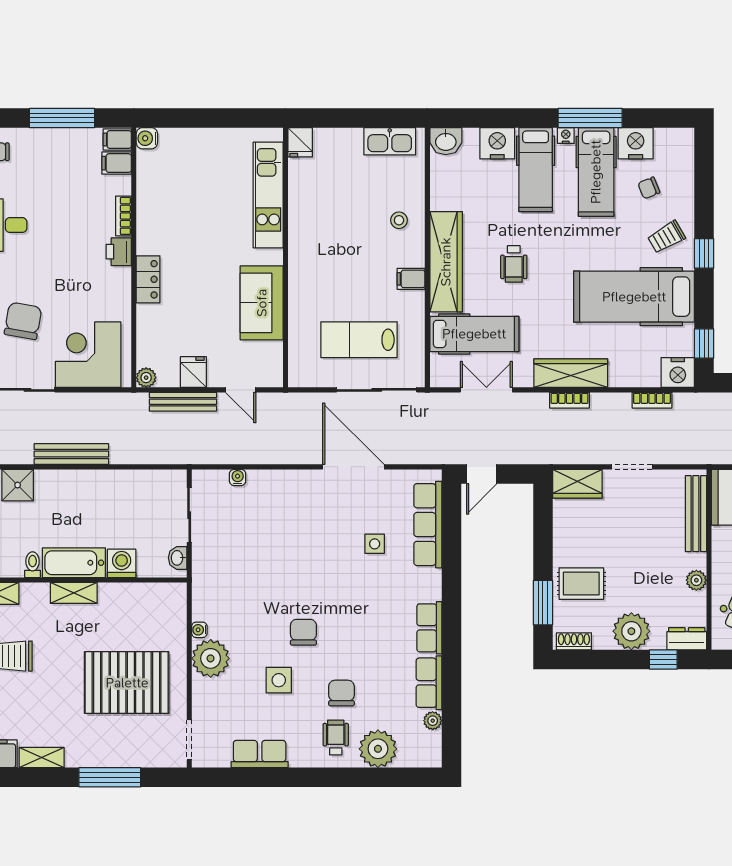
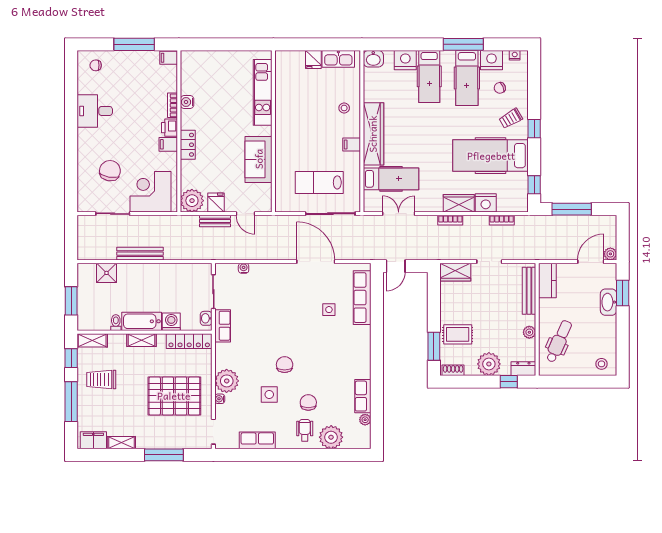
nightstand: (566, 136) -> (515, 55), moved
water cooler: (147, 138) -> (187, 102), moved
fridge: (300, 142) -> (313, 59), moved
filing cabinet: (117, 163) -> (168, 144), moved
wheelchair: (514, 264) -> (416, 135), removed
wardrobe: (571, 373) -> (459, 203), width x0.67
nightstand: (678, 373) -> (486, 203), moved
plant: (146, 378) -> (192, 201), width x1.88, depth x1.88
bench: (183, 402) -> (215, 221), width x0.73
locker: (150, 594) -> (189, 341), added
row of seats: (429, 628) -> (223, 326), moved, turned 180
water cooler: (199, 630) -> (220, 399), moved

